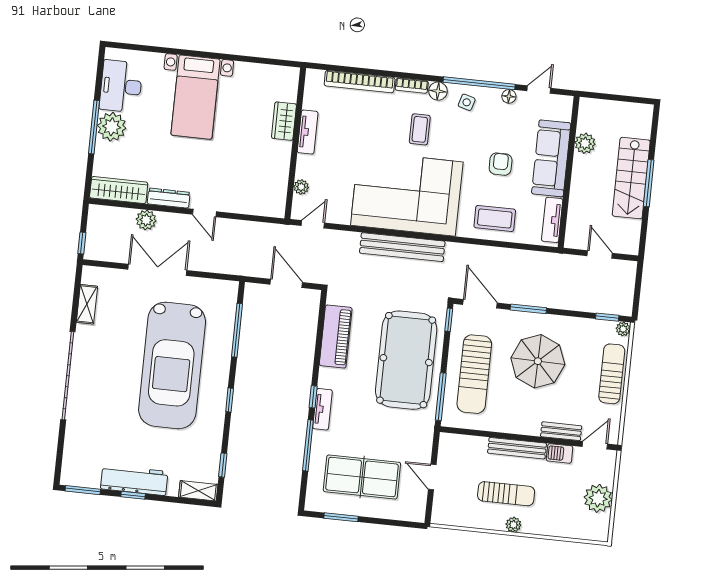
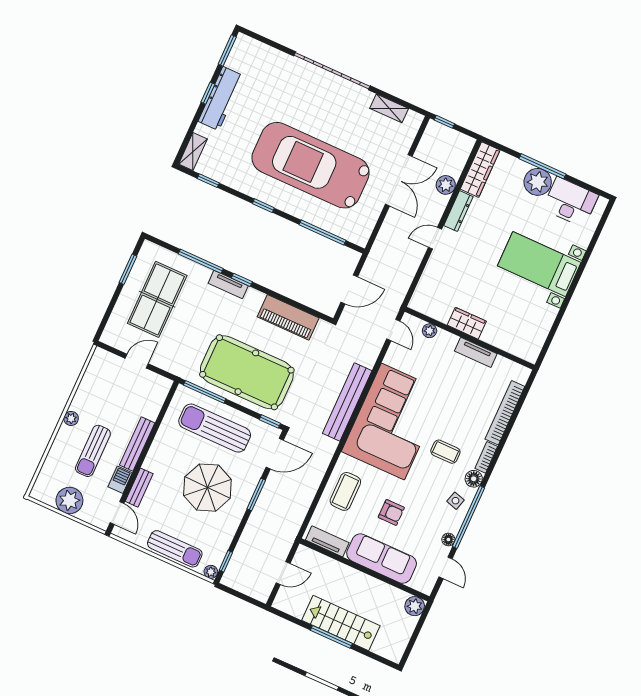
wardrobe: (284, 121) -> (467, 323), moved
plant: (585, 143) -> (415, 606), moved
sun lounger: (506, 494) -> (93, 451), moved

